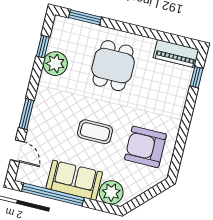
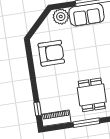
window: (136, 30) -> (86, 123), added
coffee table: (95, 132) -> (86, 50), removed

